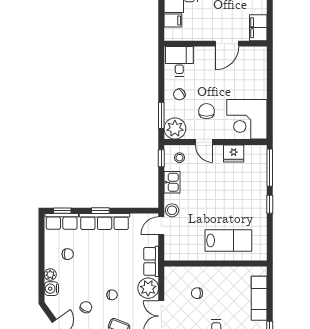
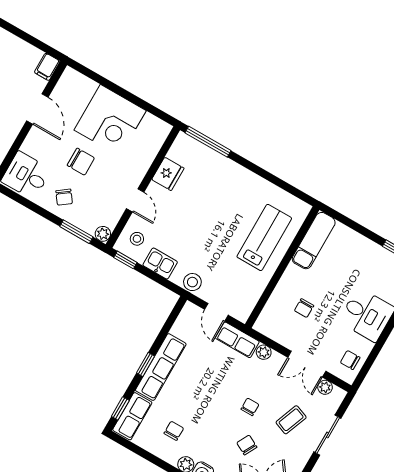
filing cabinet: (258, 28) -> (47, 67), width x0.50
chair: (207, 111) -> (81, 162), moved, turned 180
corner desk: (247, 119) -> (110, 120), moved
plant: (175, 129) -> (103, 234), width x0.53, depth x0.53
door: (204, 142) -> (135, 200), hinge flipped
window: (270, 204) -> (250, 166), removed
door: (161, 226) -> (216, 312), moved
plant: (148, 288) -> (264, 352), width x0.53, depth x0.53
exam couch: (259, 298) -> (314, 241), moved, turned -90

